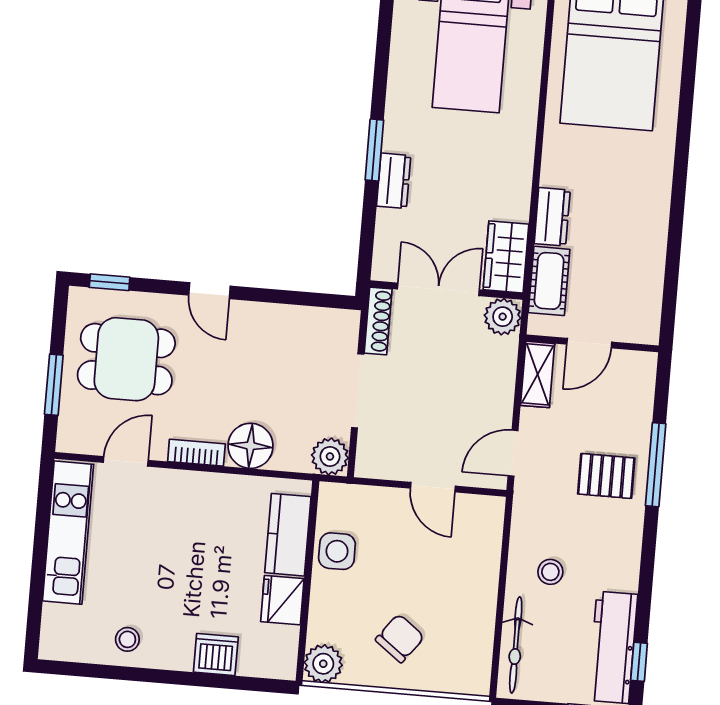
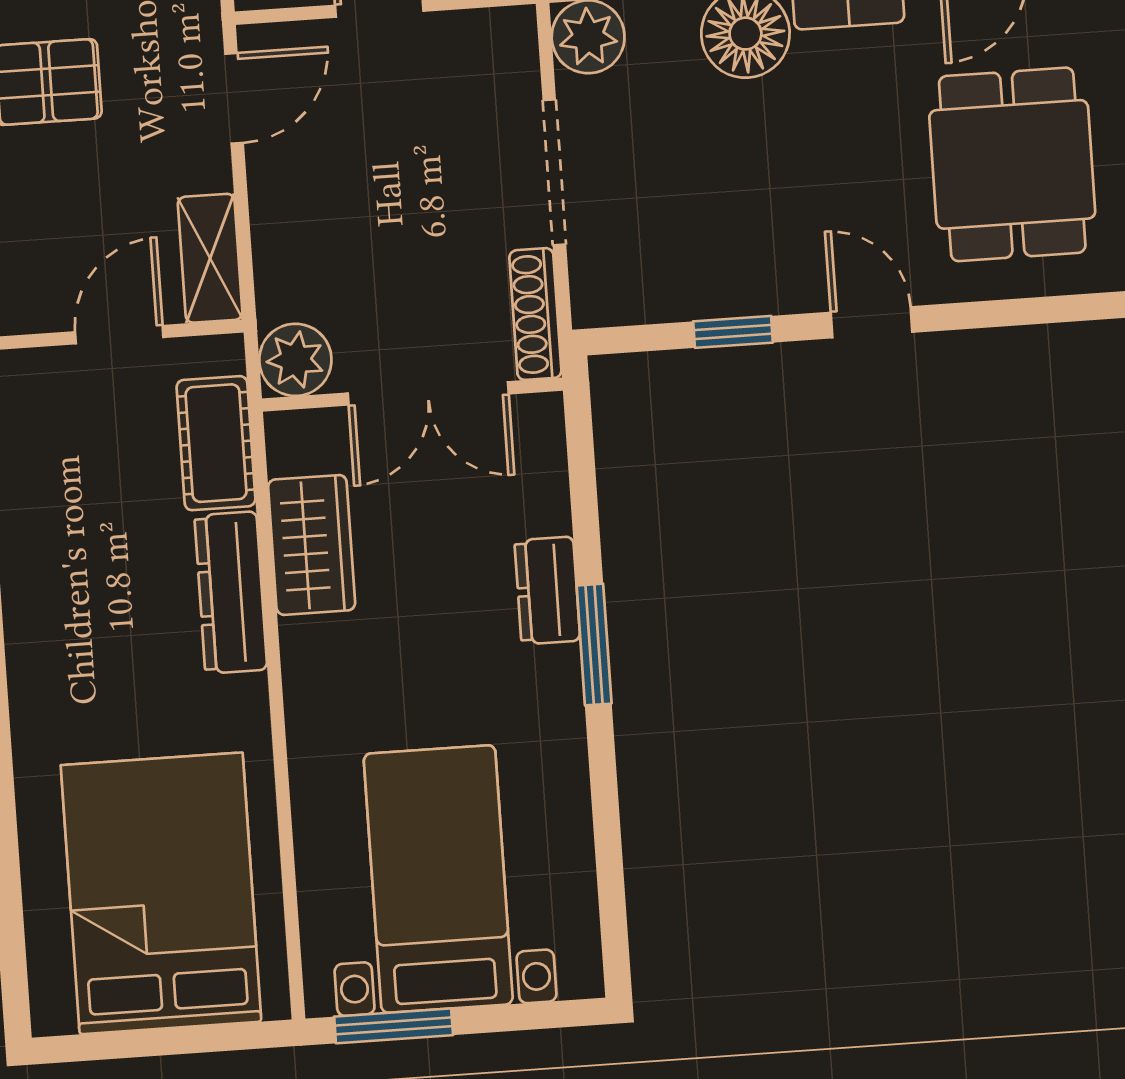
dresser: (552, 217) -> (231, 593), width x1.44
wardrobe: (506, 257) -> (312, 545), moved
window: (110, 282) -> (733, 332), moved
dining table: (126, 359) -> (1012, 164), turned 90

